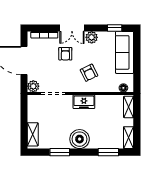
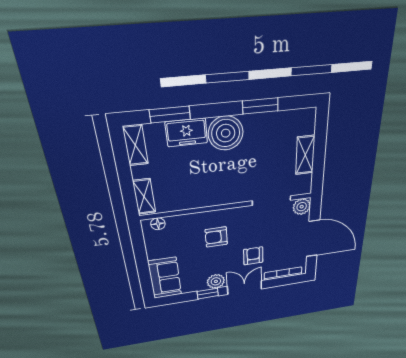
window: (115, 28) -> (208, 294), moved
sofa: (125, 52) -> (165, 278), width x0.73
armchair: (89, 73) -> (216, 237), turned -64
freezer: (84, 102) -> (186, 132), moved, turned 180
shelving: (33, 134) -> (305, 155), moved

